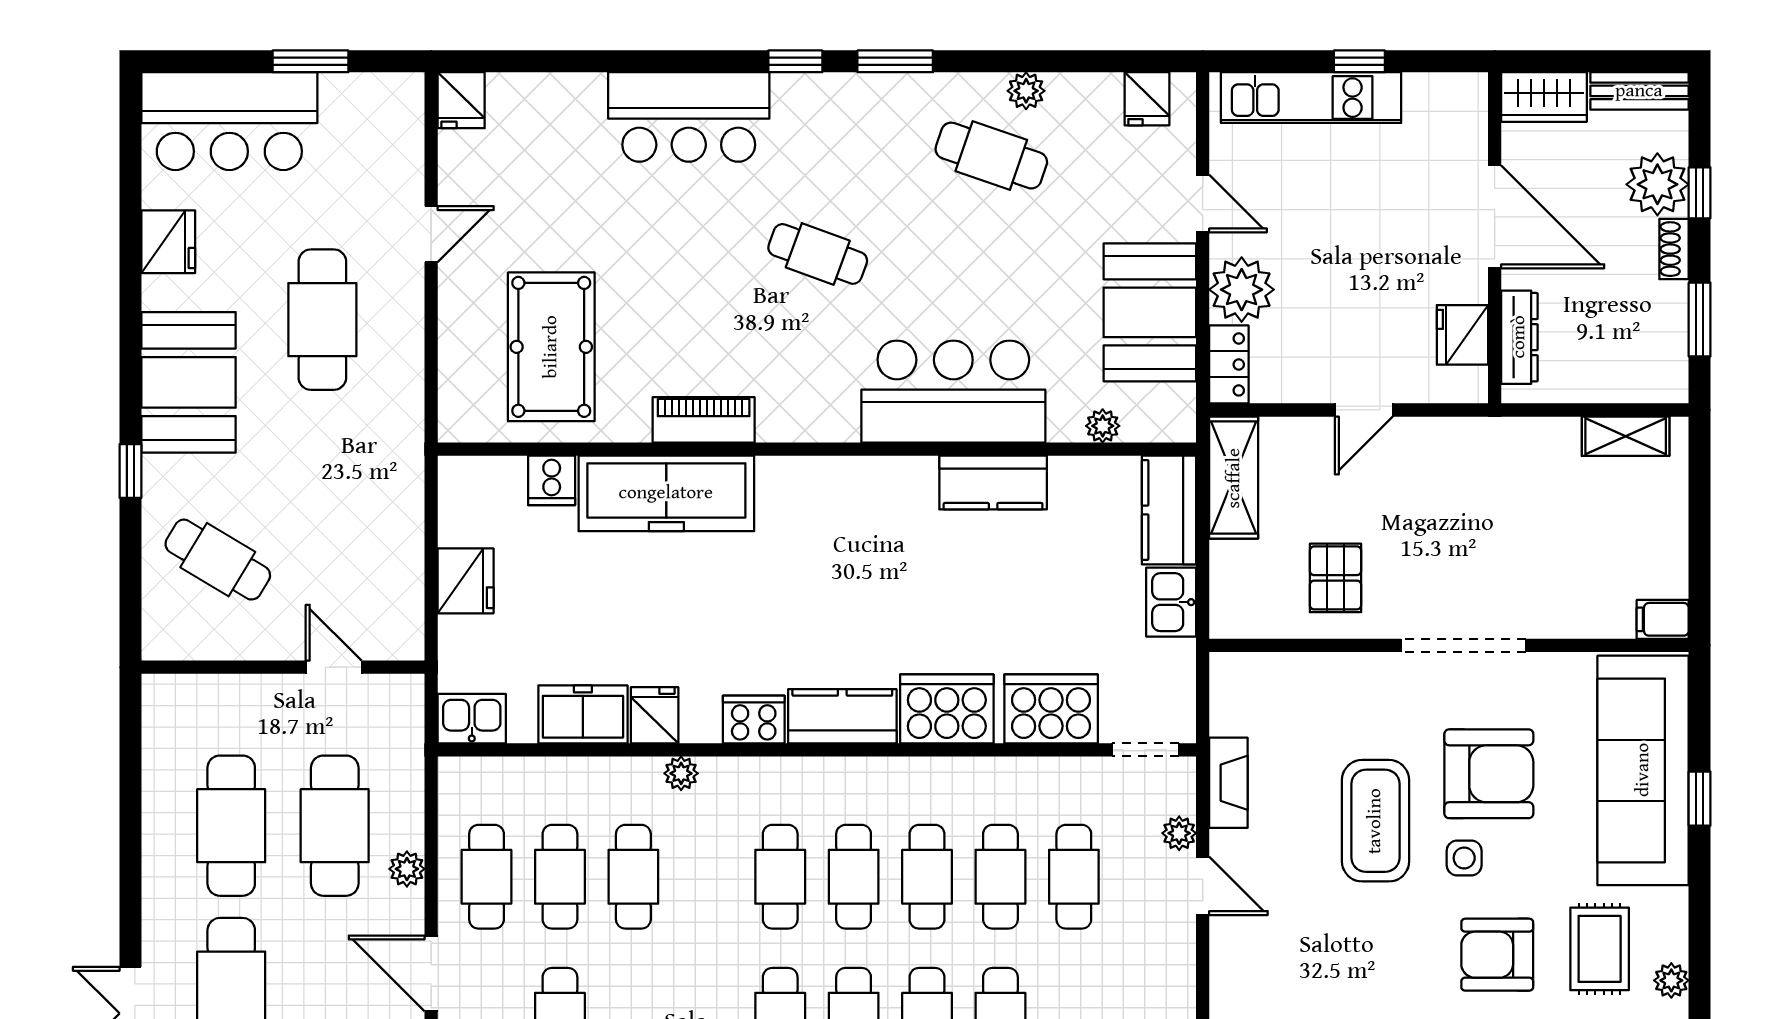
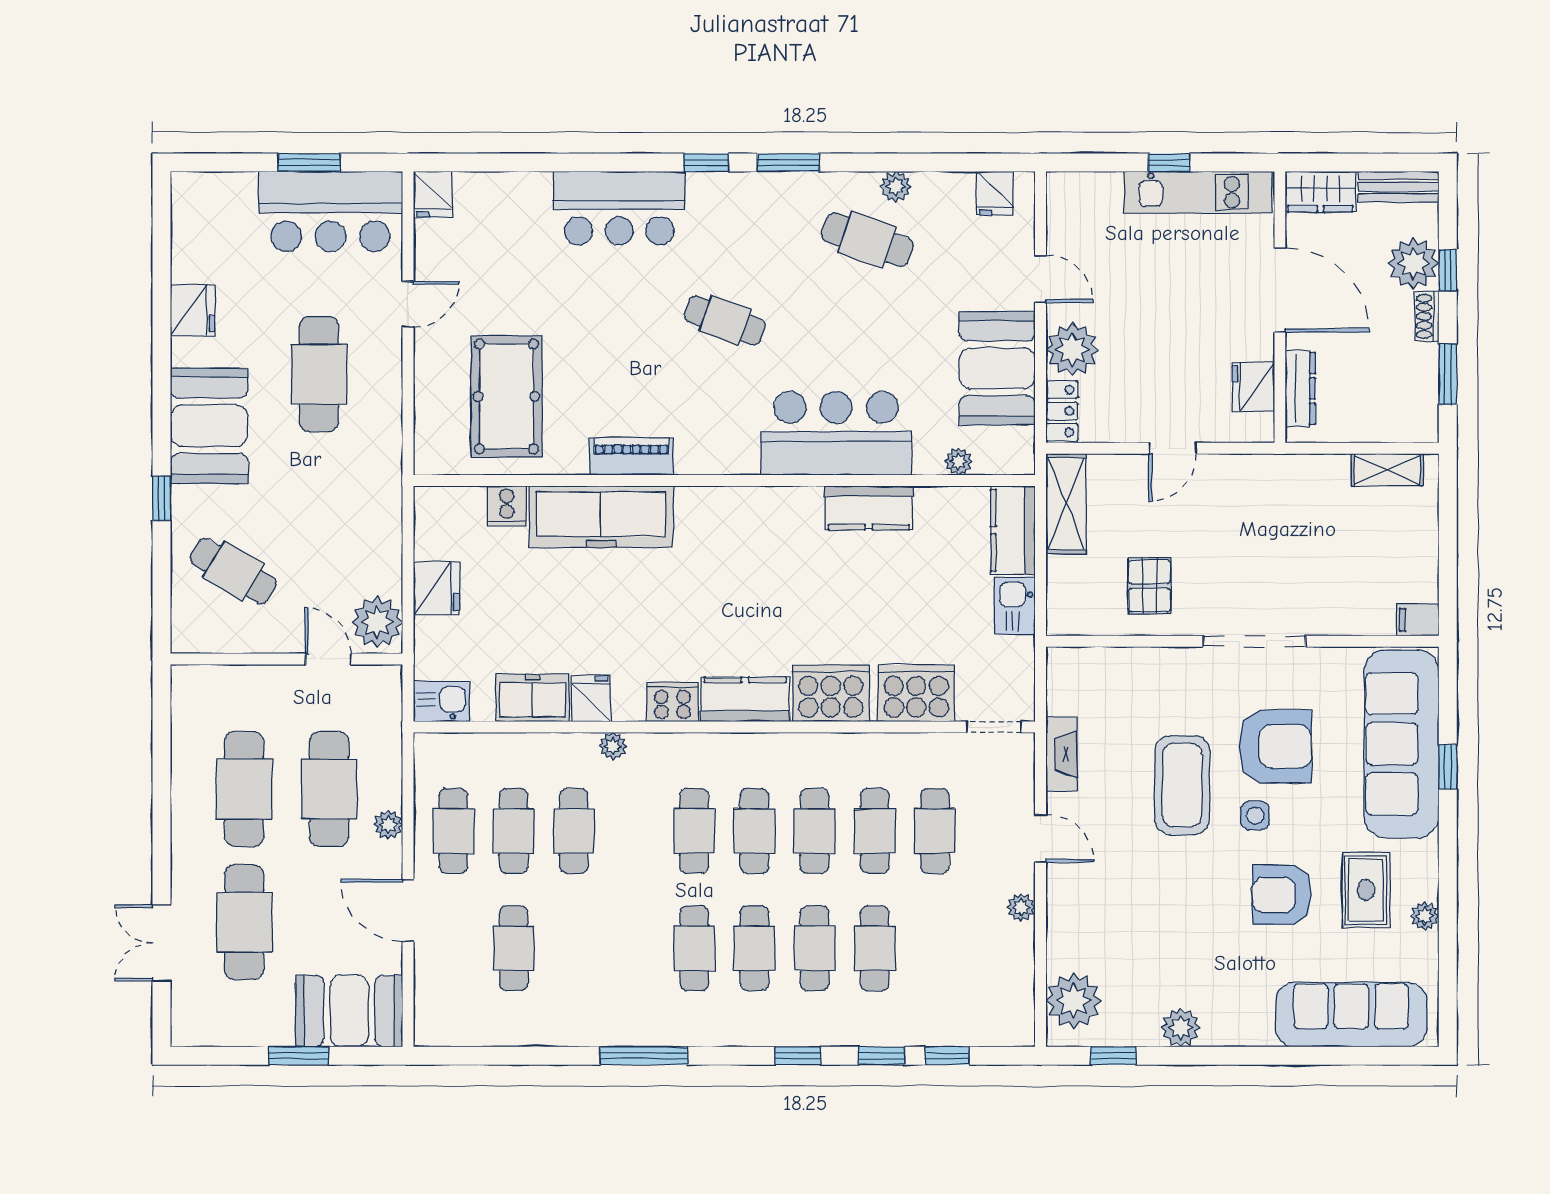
kitchen unit: (1311, 98) -> (1198, 192), moved
bar counter: (229, 121) -> (331, 211), moved
plant: (394, 622) -> (377, 622), added
plant: (1179, 833) -> (1021, 907), moved

